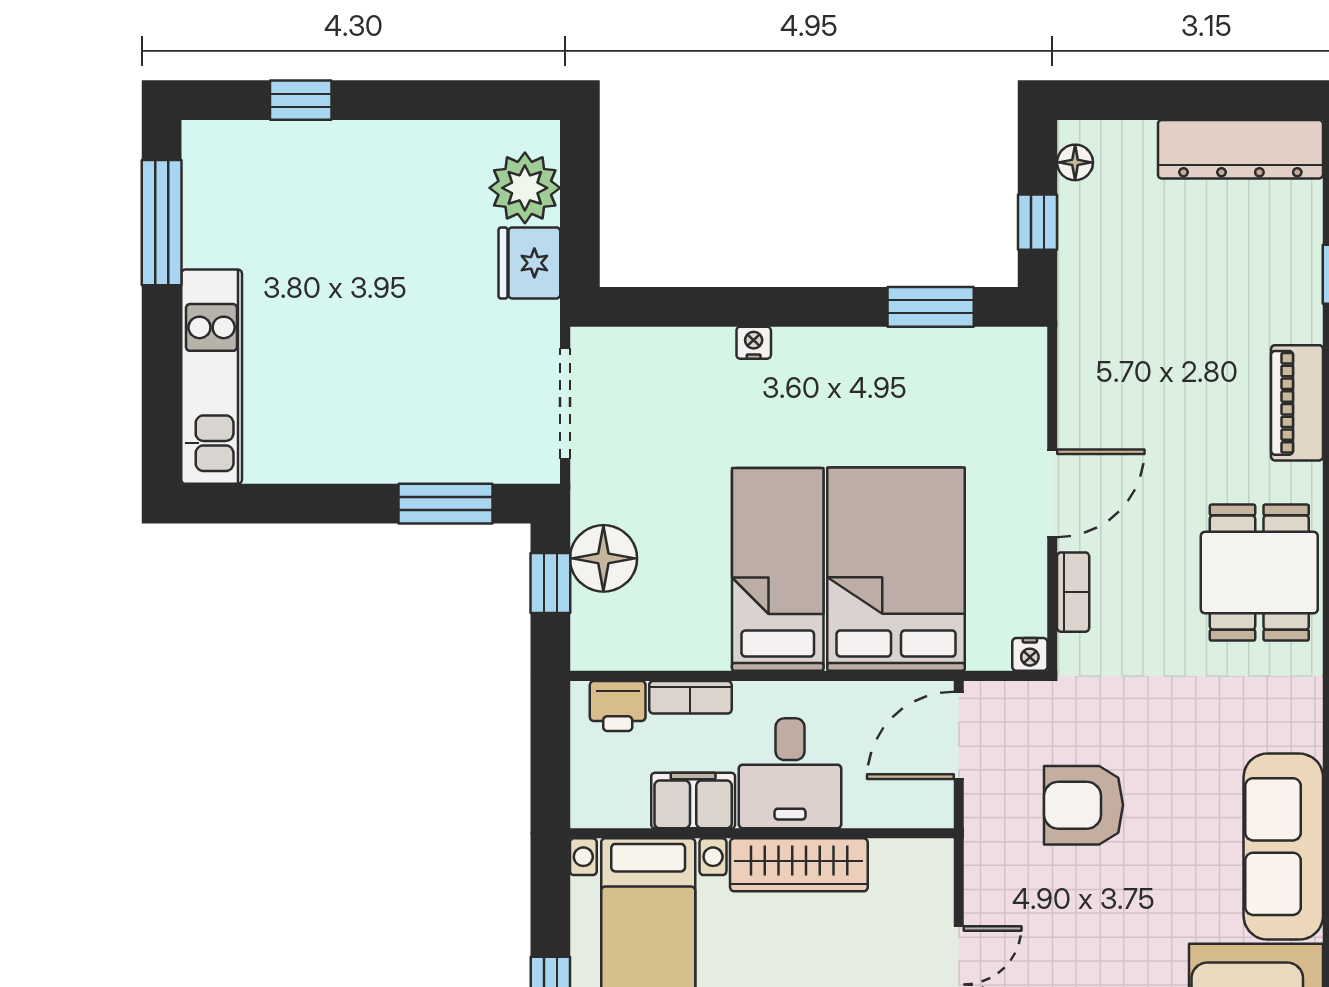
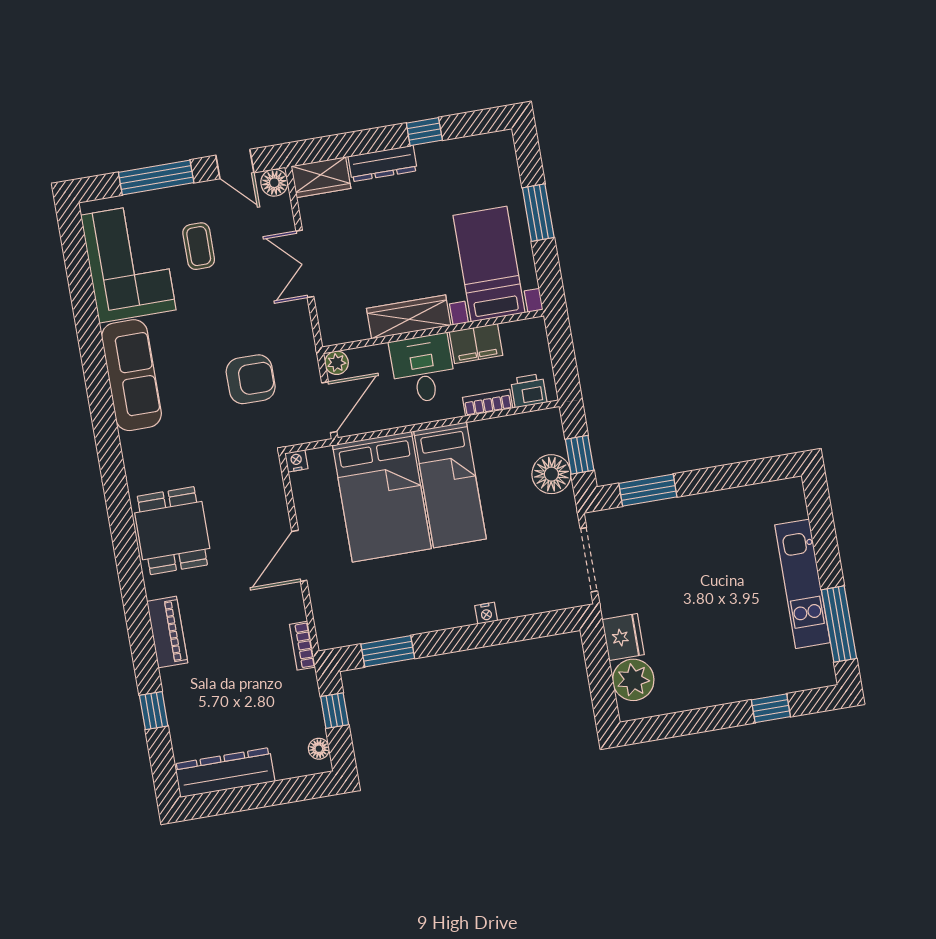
kitchen unit: (212, 377) -> (803, 584), moved
bookcase: (1073, 592) -> (302, 646), moved
plant: (934, 808) -> (337, 363), added

